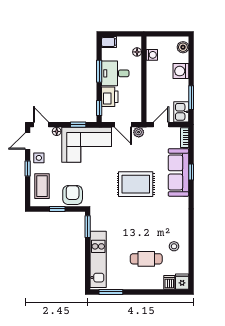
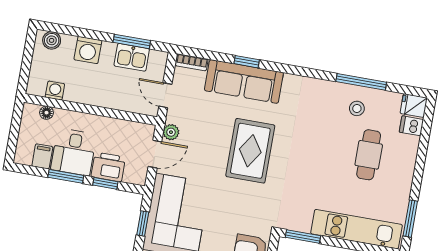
filing cabinet: (109, 42) -> (42, 156), moved
window: (99, 108) -> (105, 183), moved
kitchen sink: (181, 112) -> (132, 57), moved
window: (191, 246) -> (361, 82), added

